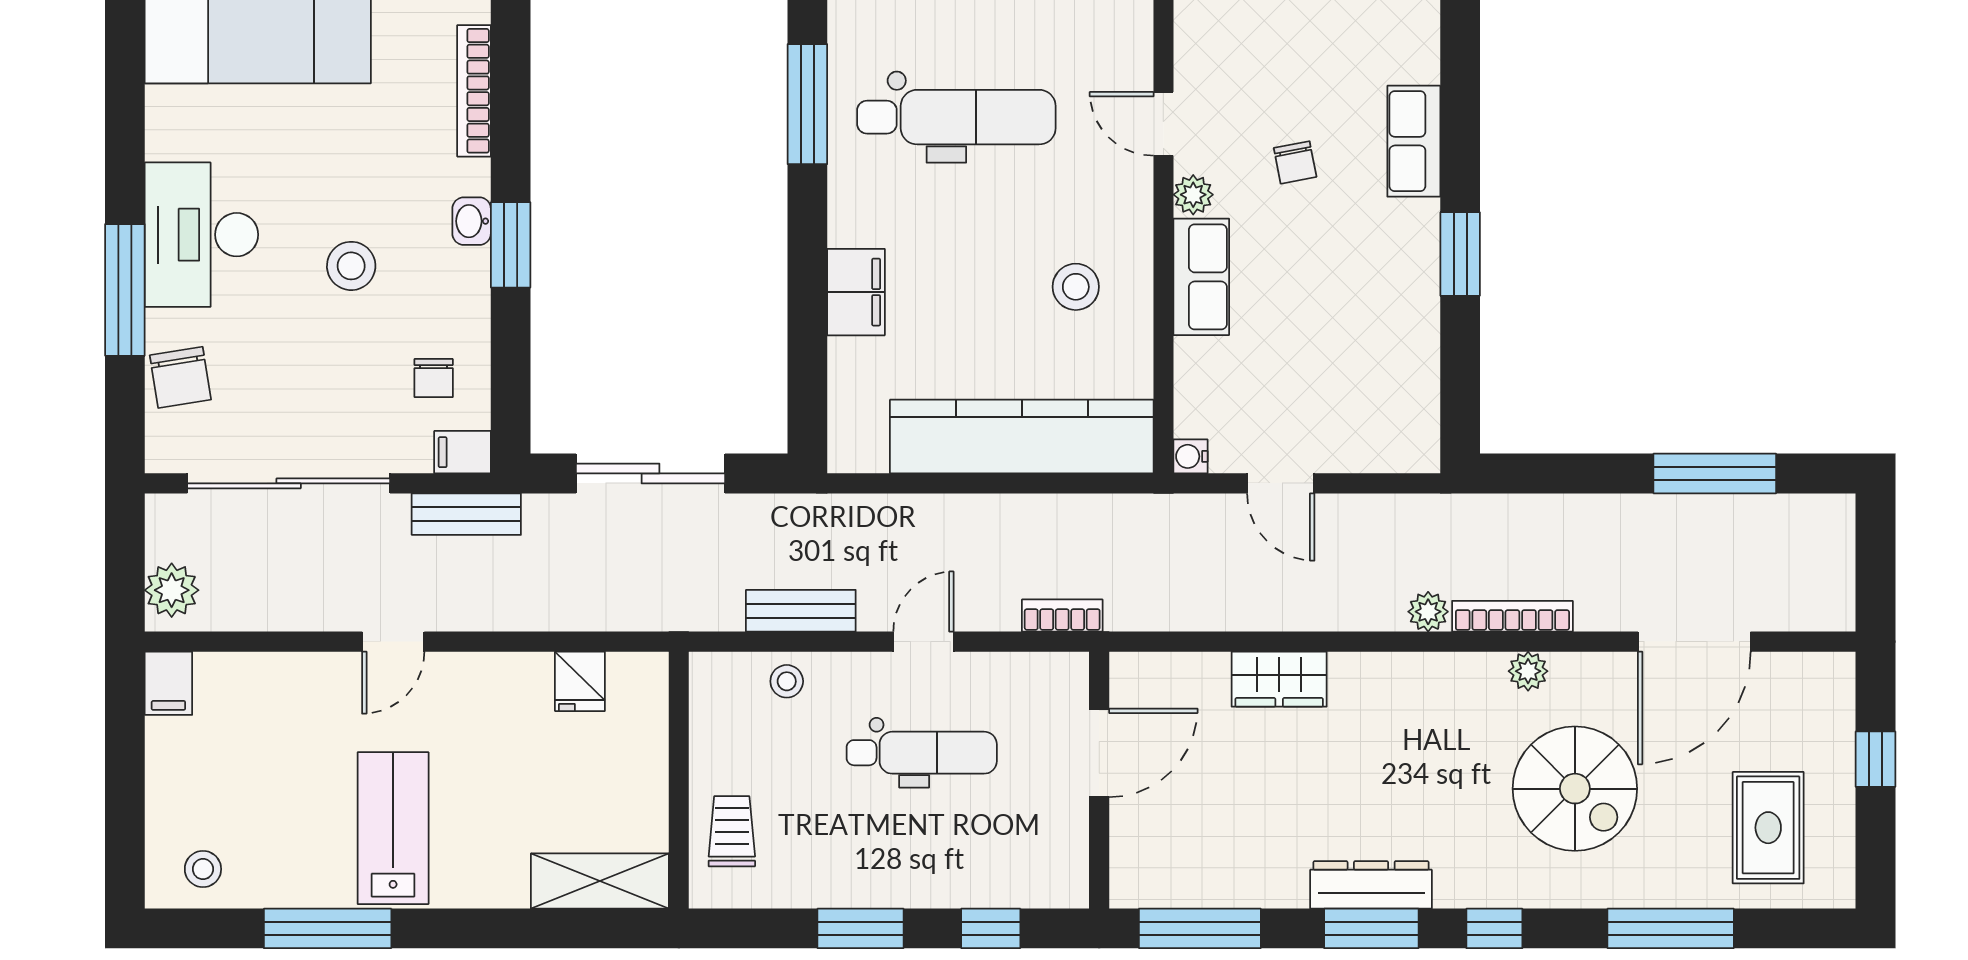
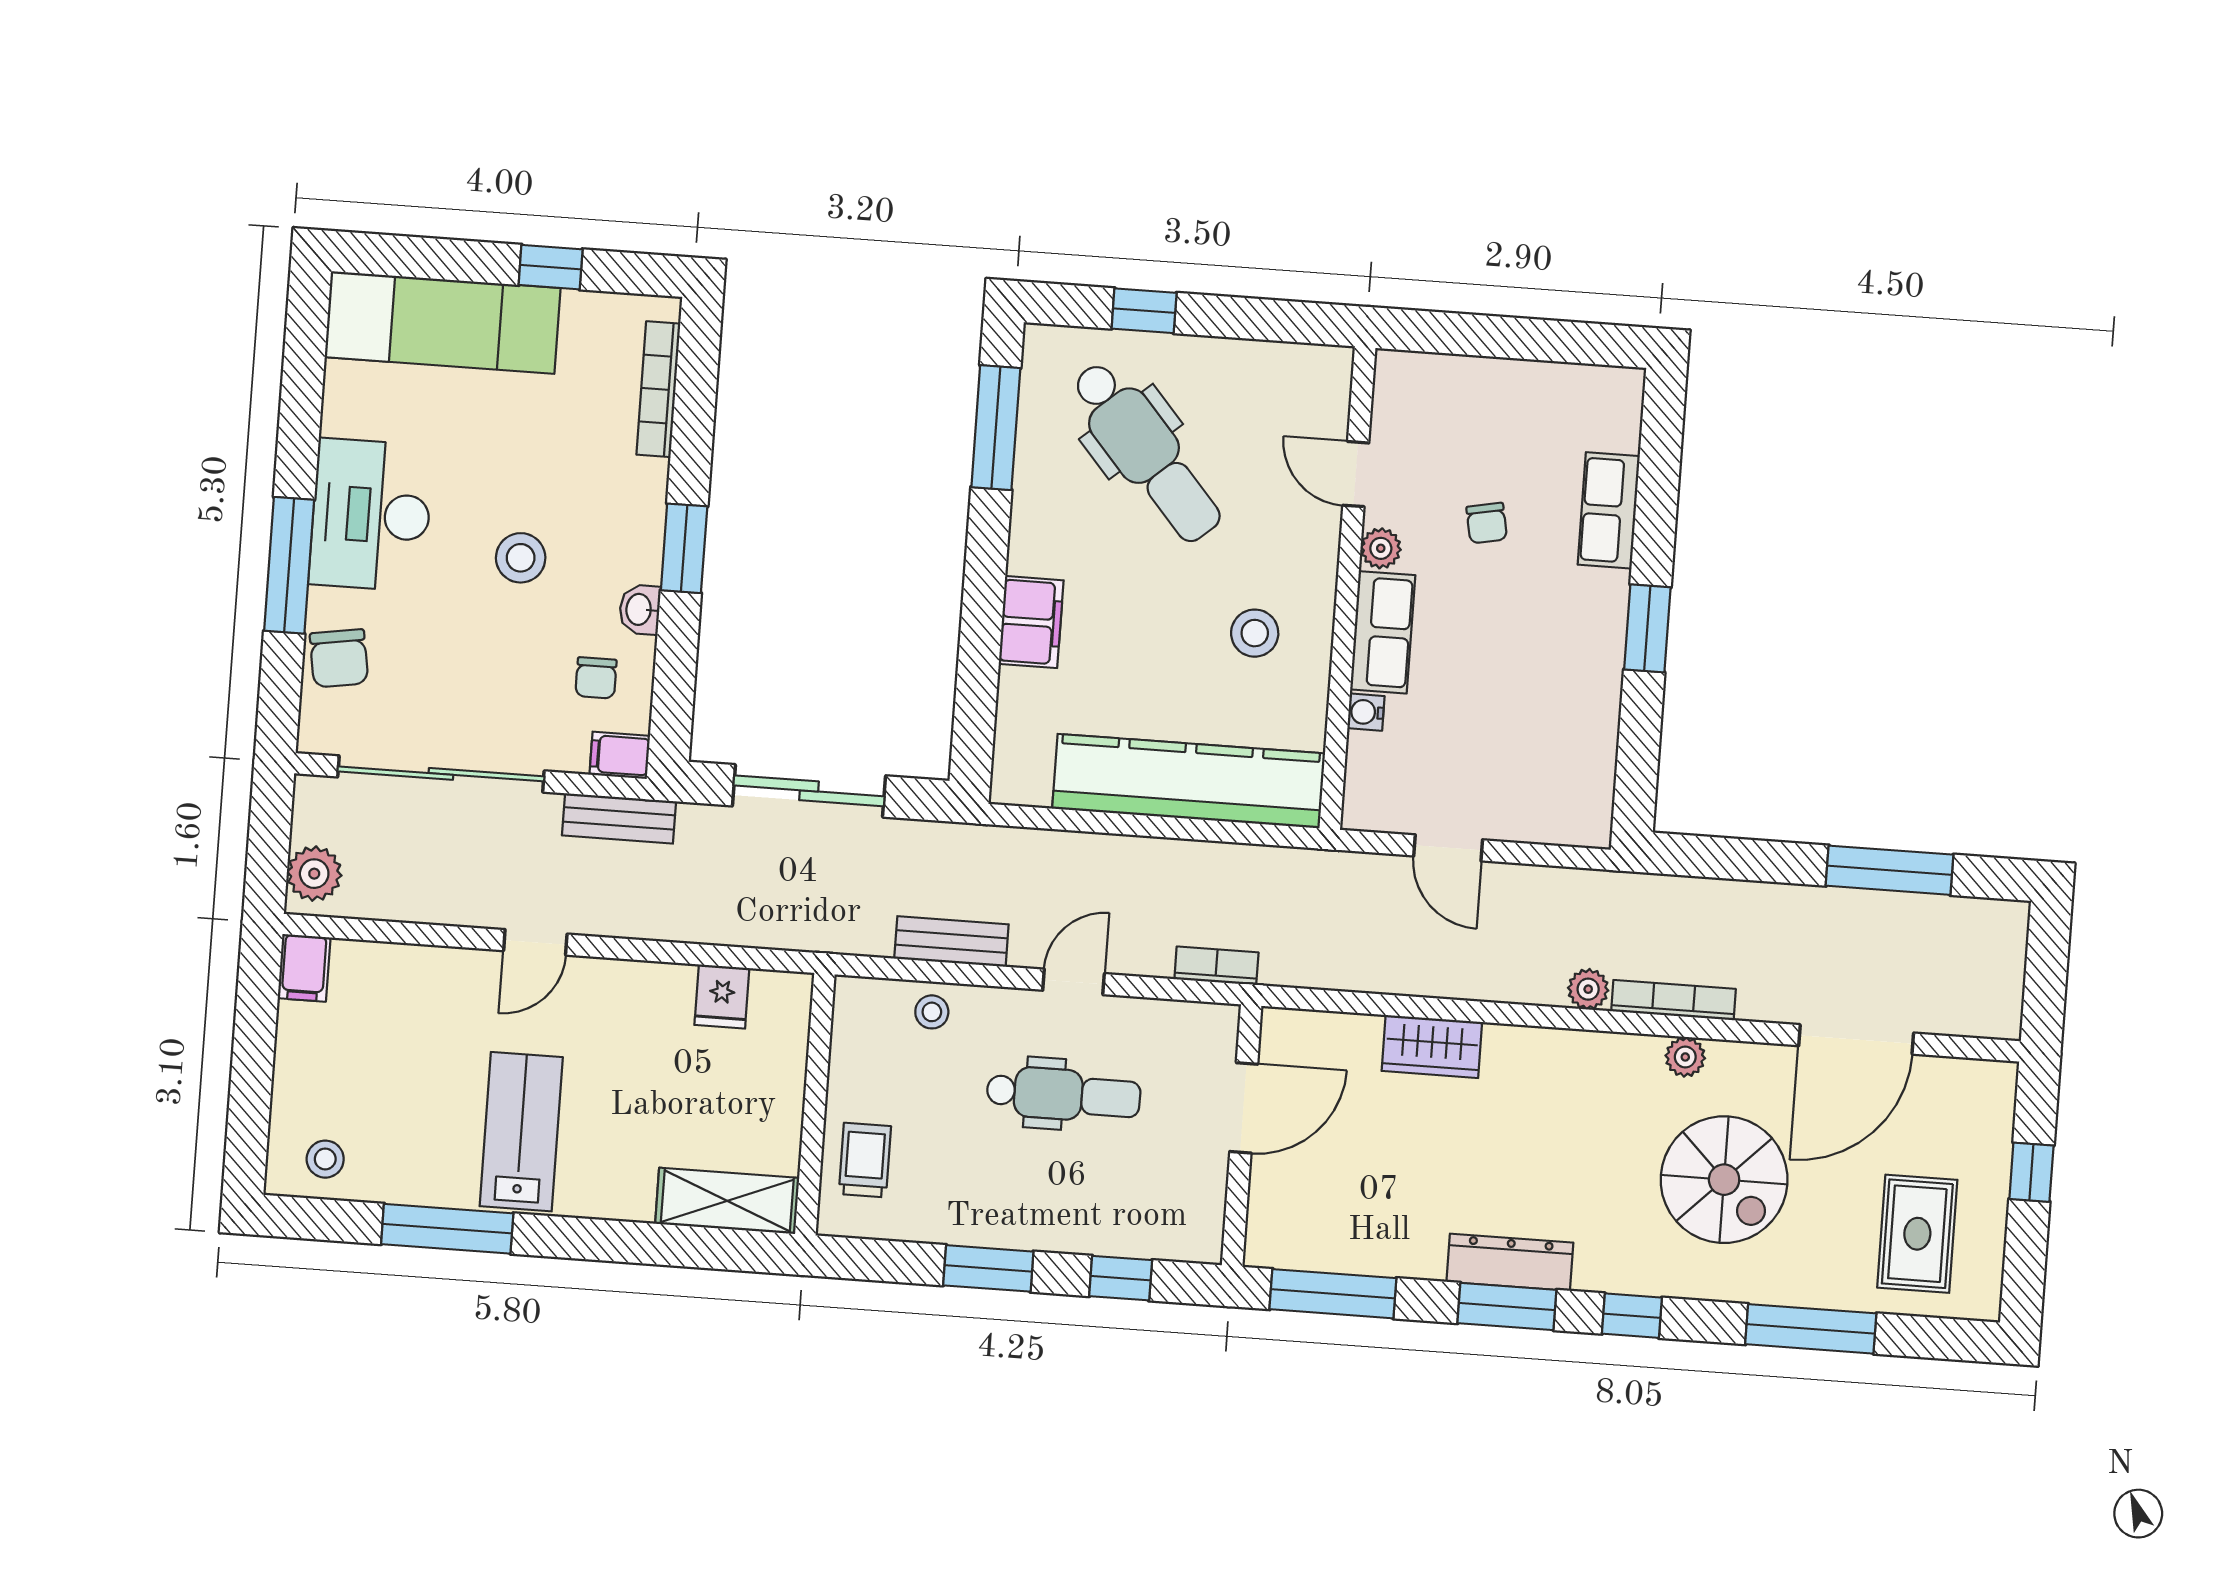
dental chair: (956, 117) -> (1146, 452), turned 49
washbasin: (472, 221) -> (640, 609), moved
water cooler: (1190, 456) -> (1366, 712), moved

